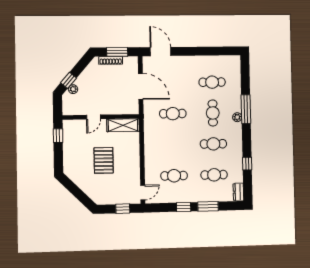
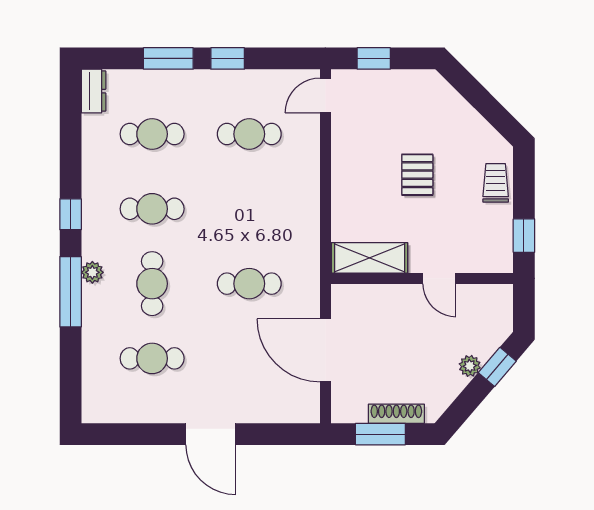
door: (161, 52) -> (211, 434), moved
plant: (73, 89) -> (470, 366), moved
door: (93, 117) -> (439, 278), swing flipped
trolley: (70, 158) -> (496, 183), added
pallet: (104, 160) -> (417, 175), width x0.67, depth x0.71
window: (247, 164) -> (71, 214), moved

